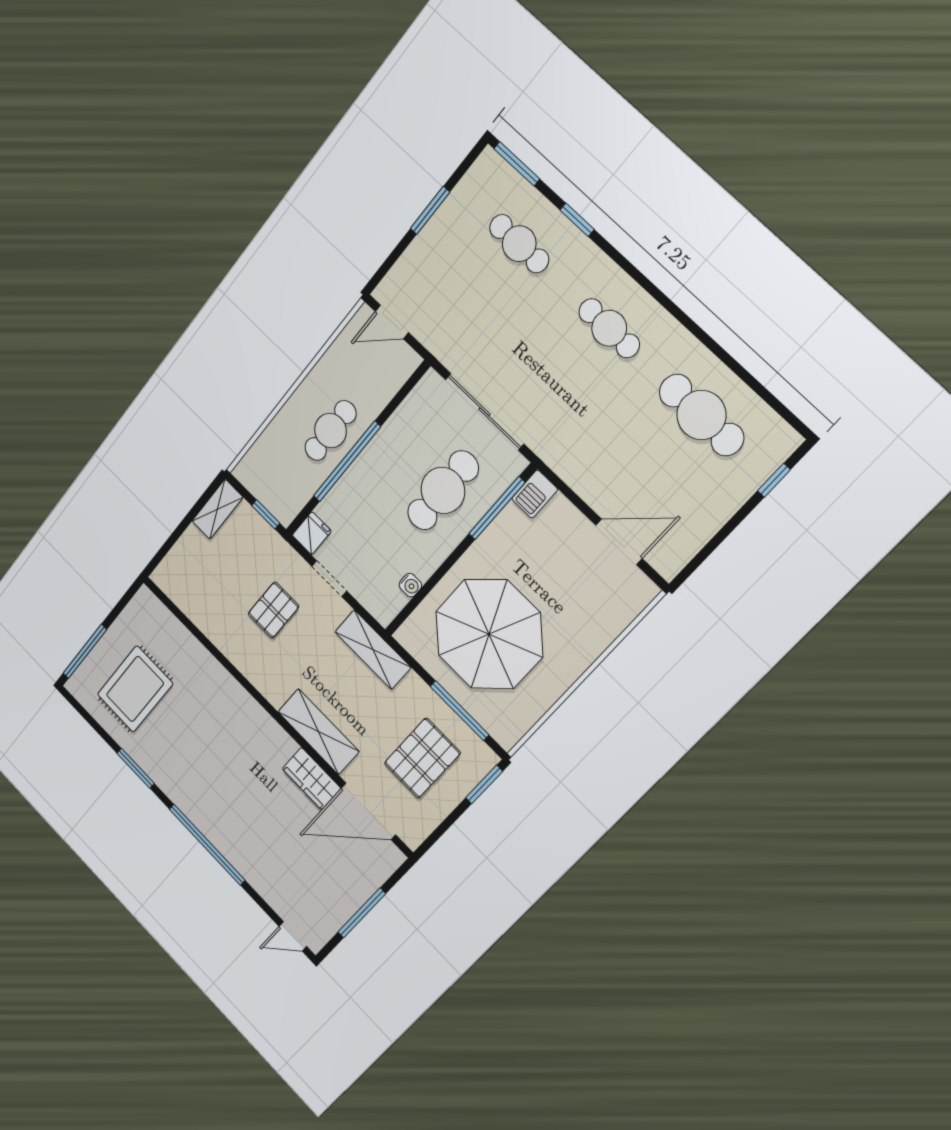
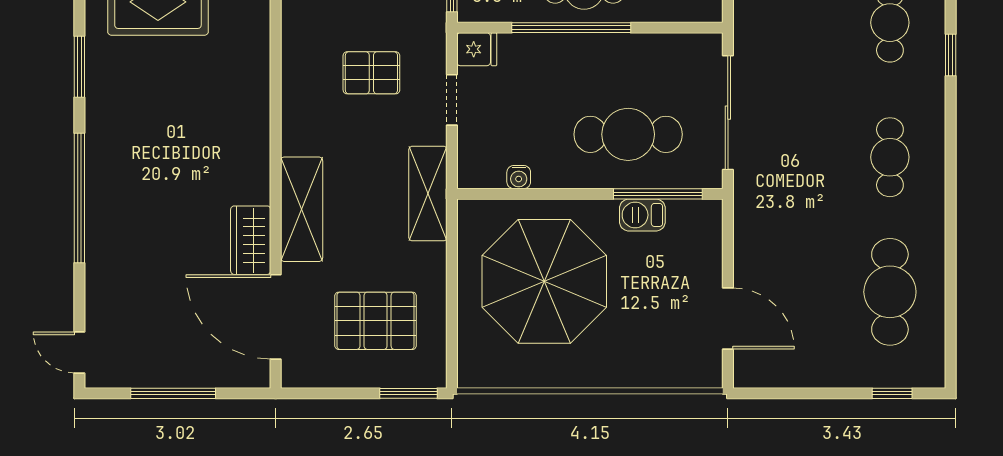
barbecue: (535, 494) -> (642, 215), moved
window: (460, 711) -> (452, 315), removed

